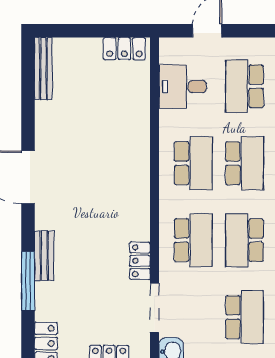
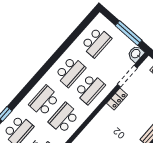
school desk: (193, 240) -> (90, 89), turned 180
school desk: (244, 317) -> (96, 42), turned 180

